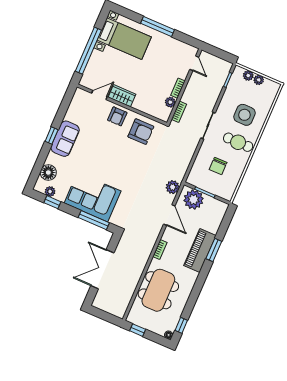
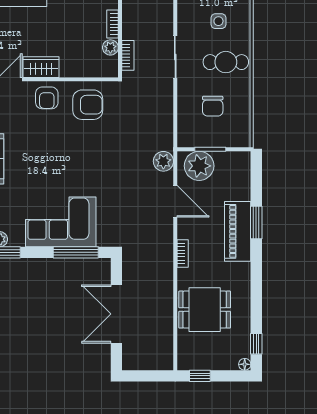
side table: (244, 115) -> (218, 21), width x0.54, depth x0.54
dining table: (158, 290) -> (205, 310), width x0.73

